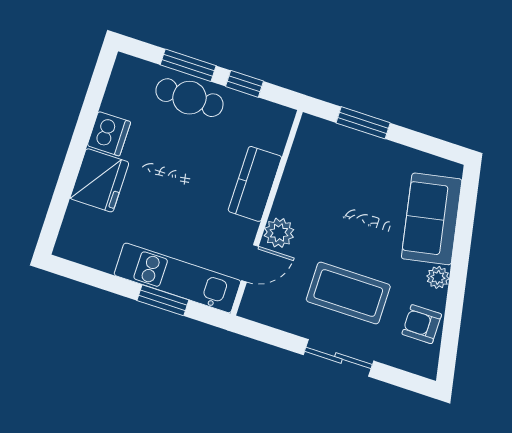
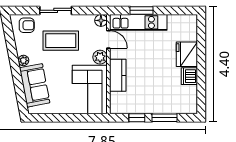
cafe table: (189, 98) -> (159, 104), removed
window: (363, 123) -> (79, 118), removed
corner sofa: (322, 173) -> (90, 90), added
door: (250, 263) -> (108, 39), swing flipped
floor lamp: (252, 307) -> (101, 20), added
armchair: (422, 324) -> (27, 25), moved

